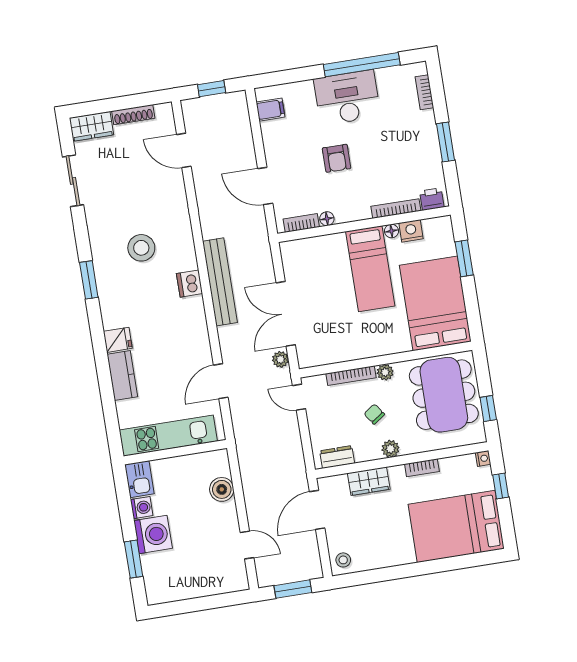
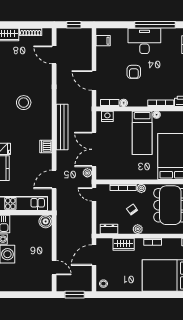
nightstand: (411, 231) -> (107, 116), moved
dishwasher: (190, 284) -> (46, 147), moved
boiler: (222, 489) -> (46, 221), moved

